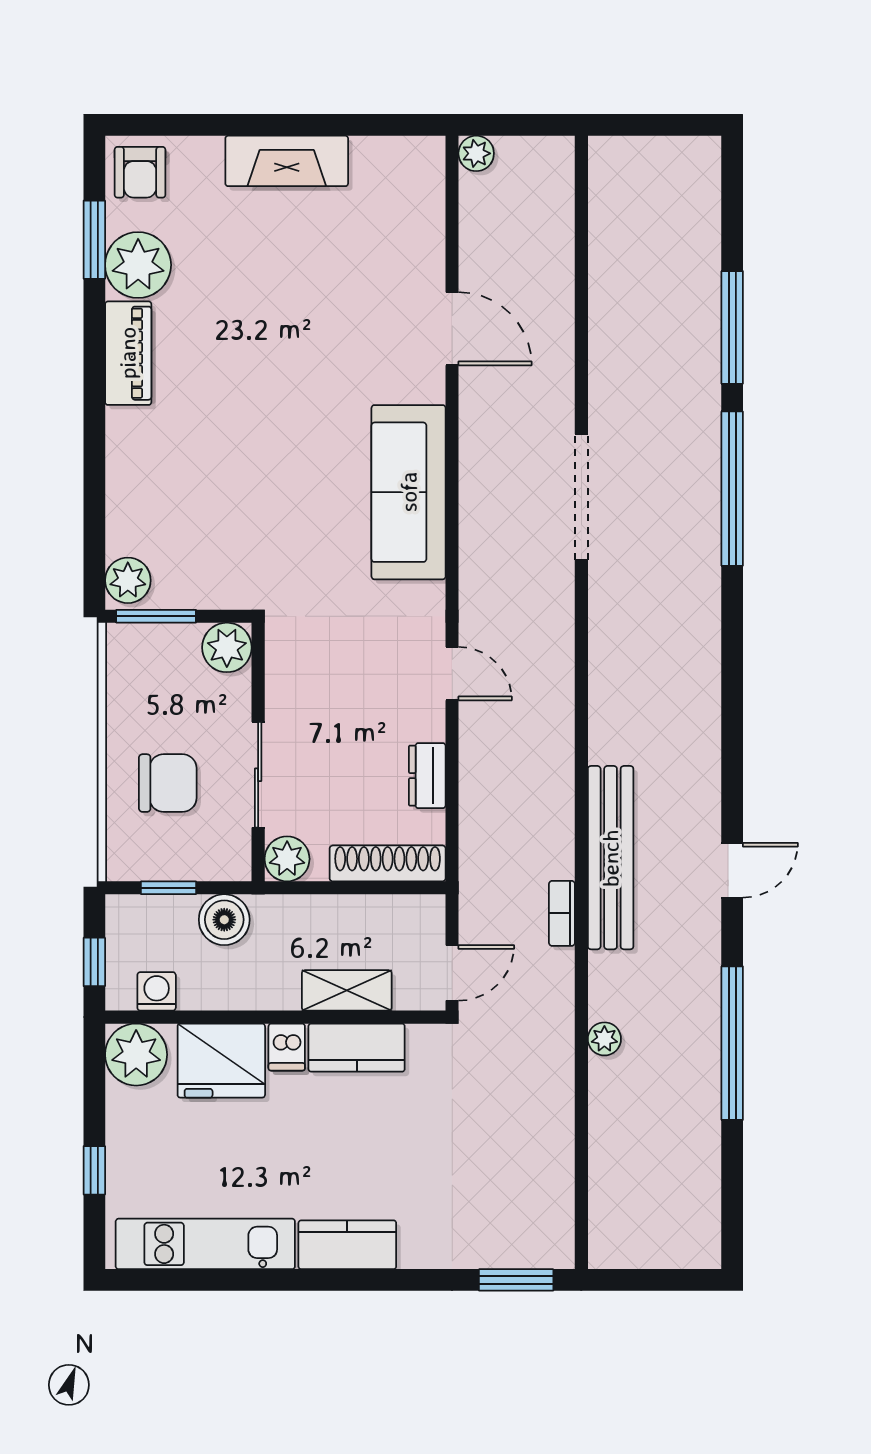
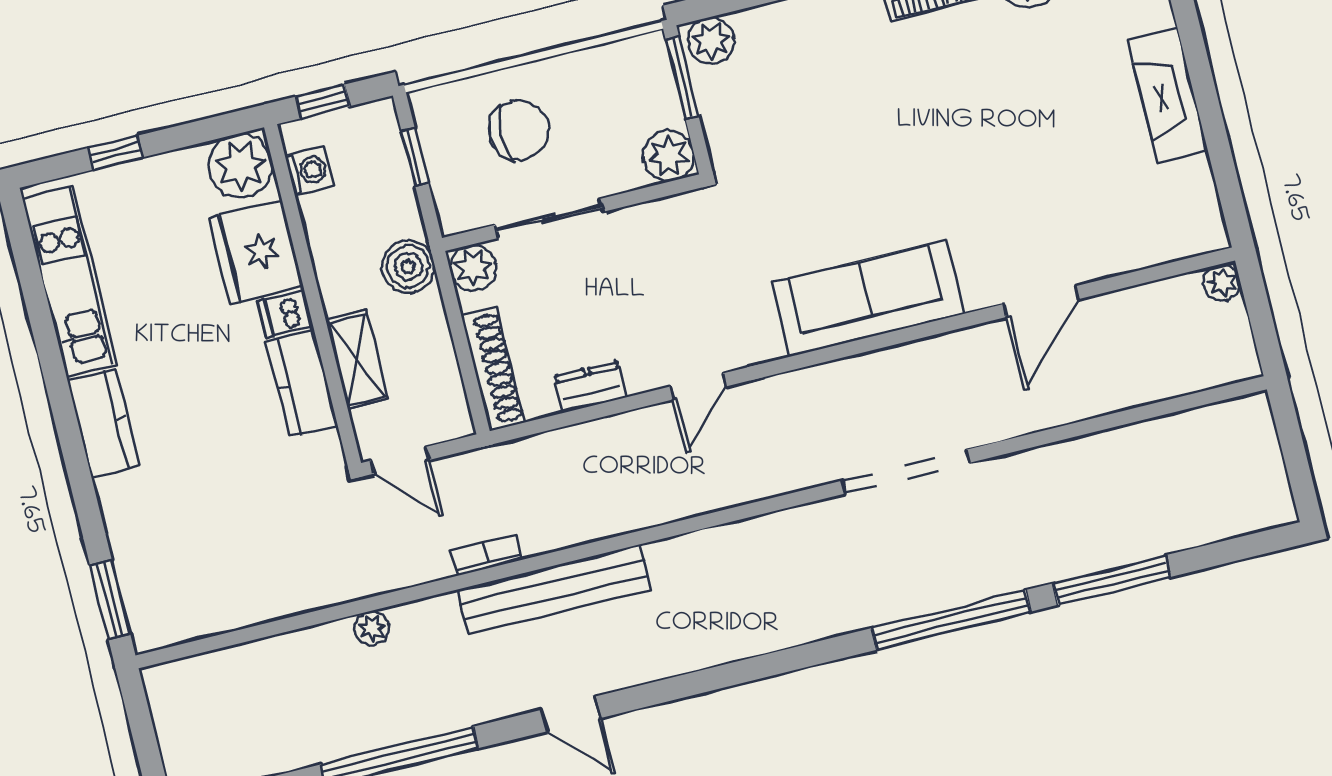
chair: (168, 783) -> (519, 130), turned -90
boiler: (224, 920) -> (408, 266), moved

